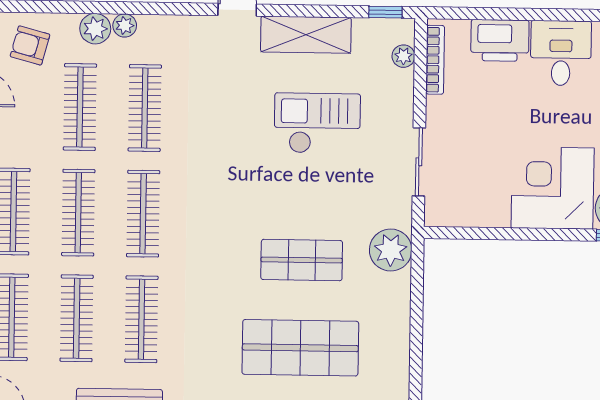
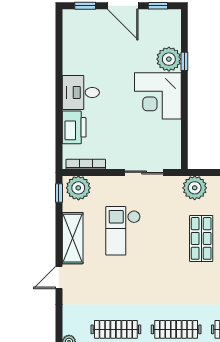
plant: (403, 56) -> (78, 188), width x1.88, depth x1.88

